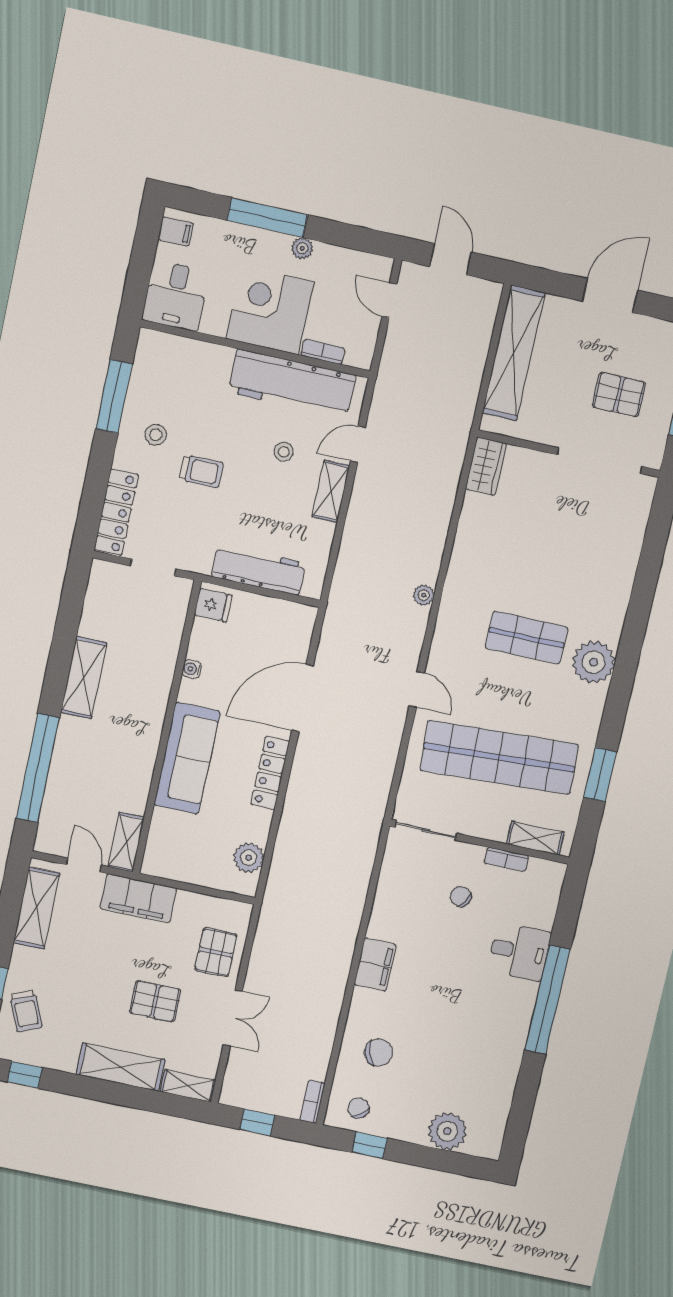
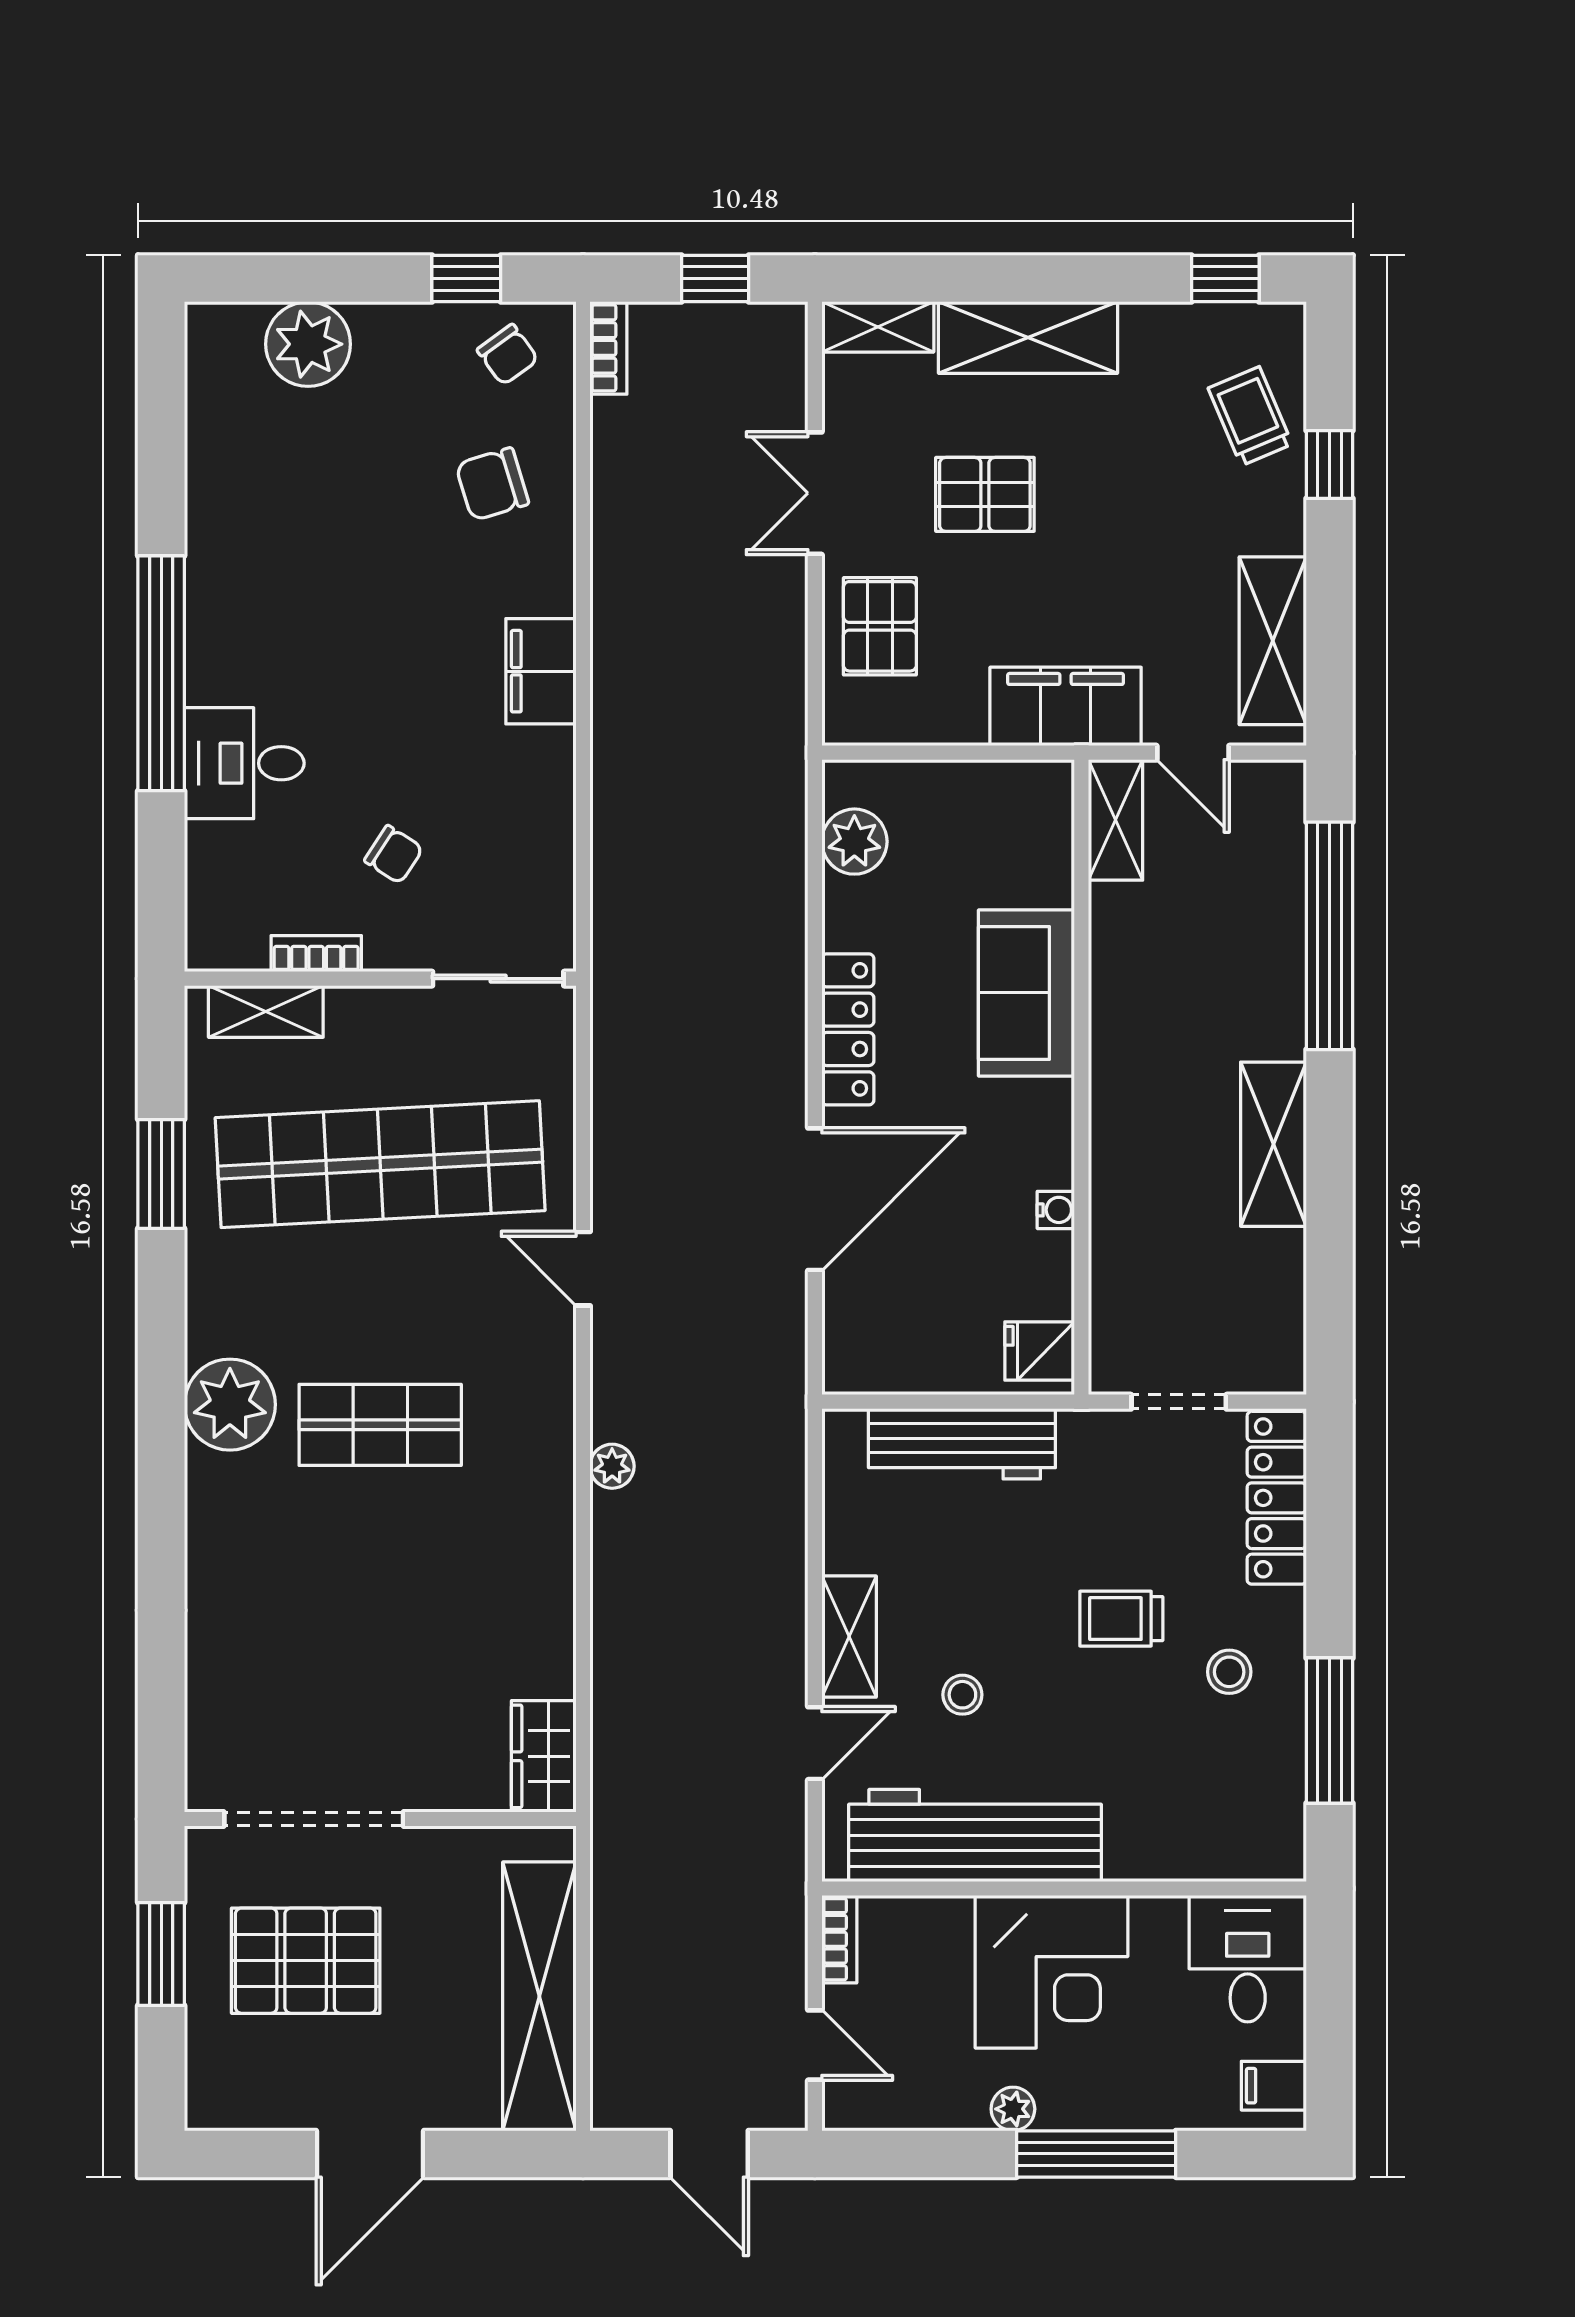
bookcase: (323, 352) -> (839, 1939), moved, turned -90
pallet: (619, 395) -> (306, 1961), width x1.50, depth x1.42
sofa: (187, 758) -> (1026, 993), width x0.73

